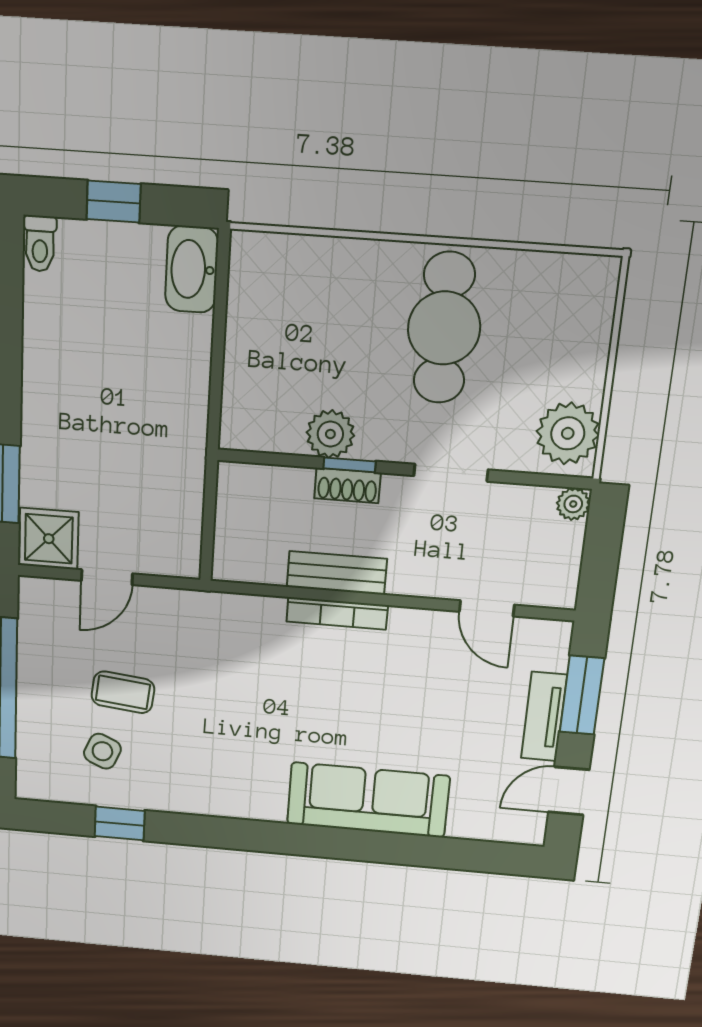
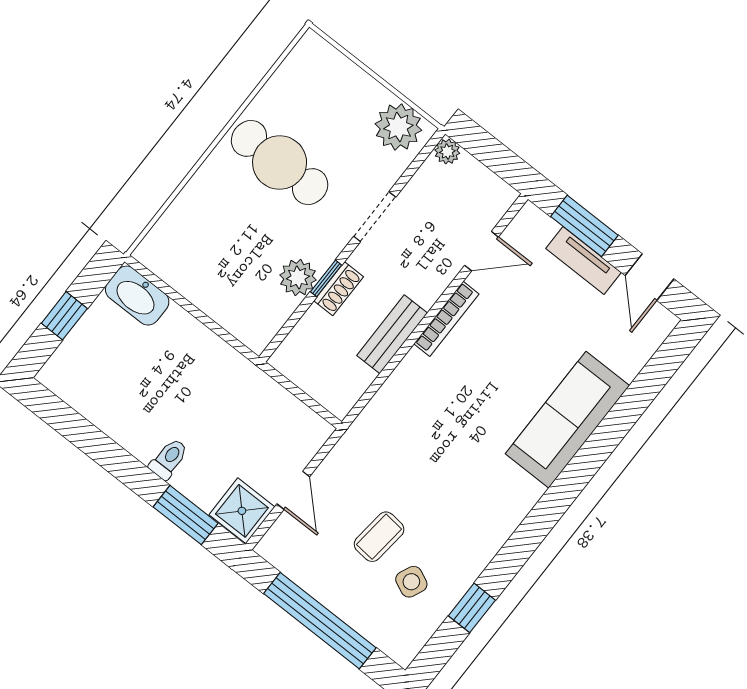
toilet: (40, 243) -> (169, 459), moved, turned -90
bookcase: (337, 613) -> (446, 319), moved

